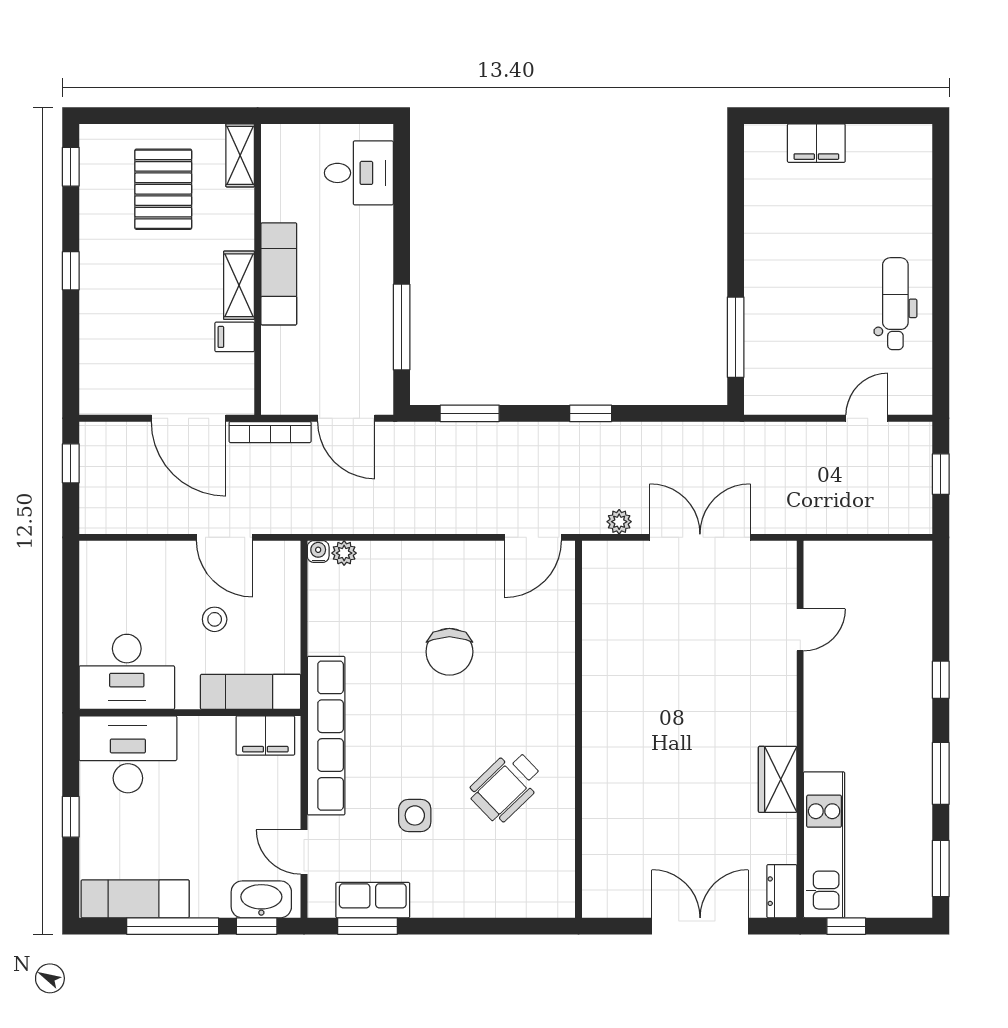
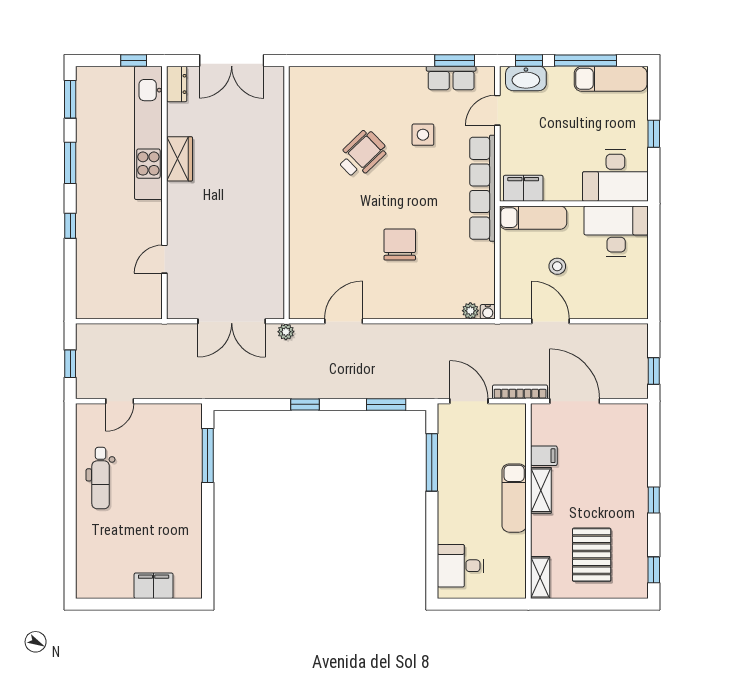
wall: (579, 729) -> (286, 193), moved
kitchen unit: (824, 845) -> (148, 133), width x1.36
door: (304, 852) -> (497, 110), swing flipped

